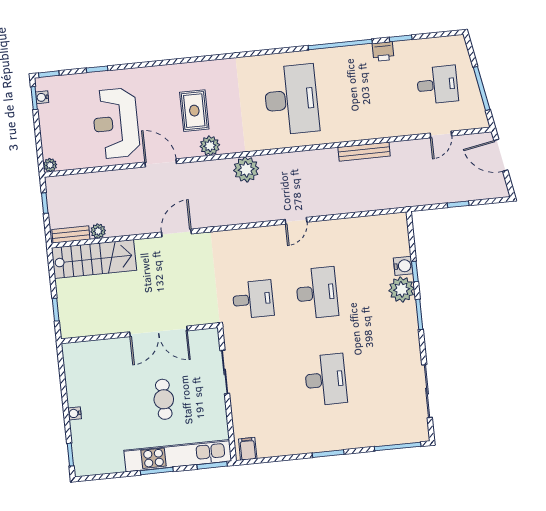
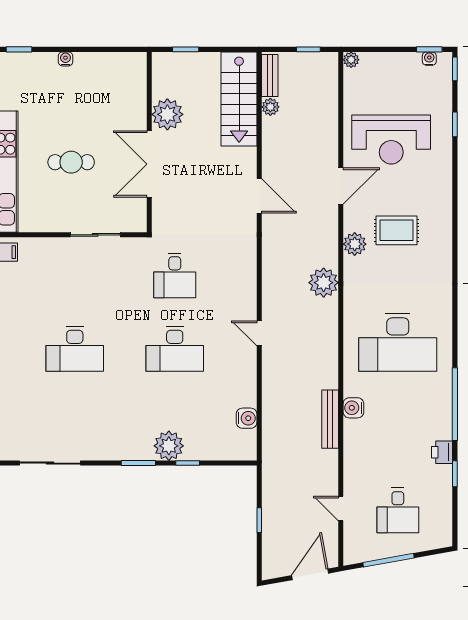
reception desk: (116, 123) -> (391, 139), turned 180
water cooler: (352, 132) -> (353, 408), added
water cooler: (403, 266) -> (247, 418), moved, turned -90
plant: (114, 320) -> (167, 114), added

